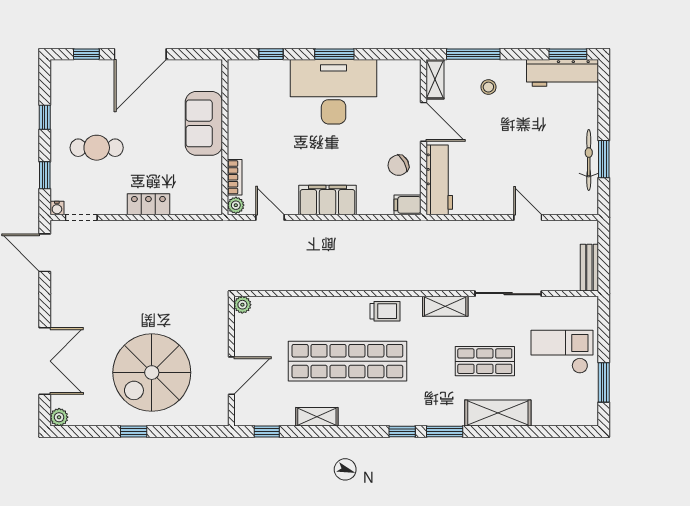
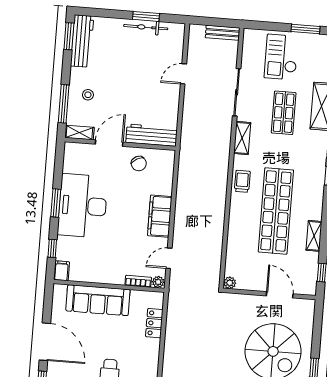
sofa: (204, 123) -> (98, 300), width x1.36
locker: (148, 204) -> (154, 323), moved
filing cabinet: (408, 205) -> (62, 271), moved, turned 180

